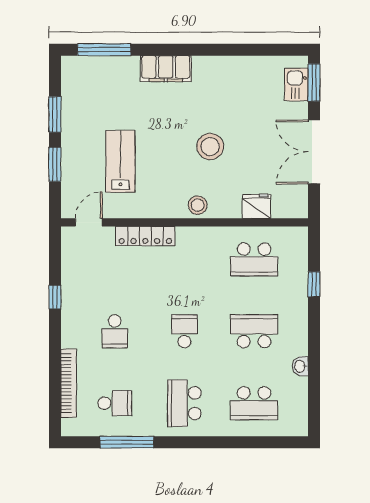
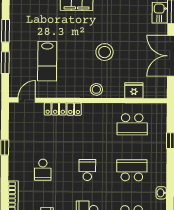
lab bench: (120, 161) -> (47, 61), turned 180

